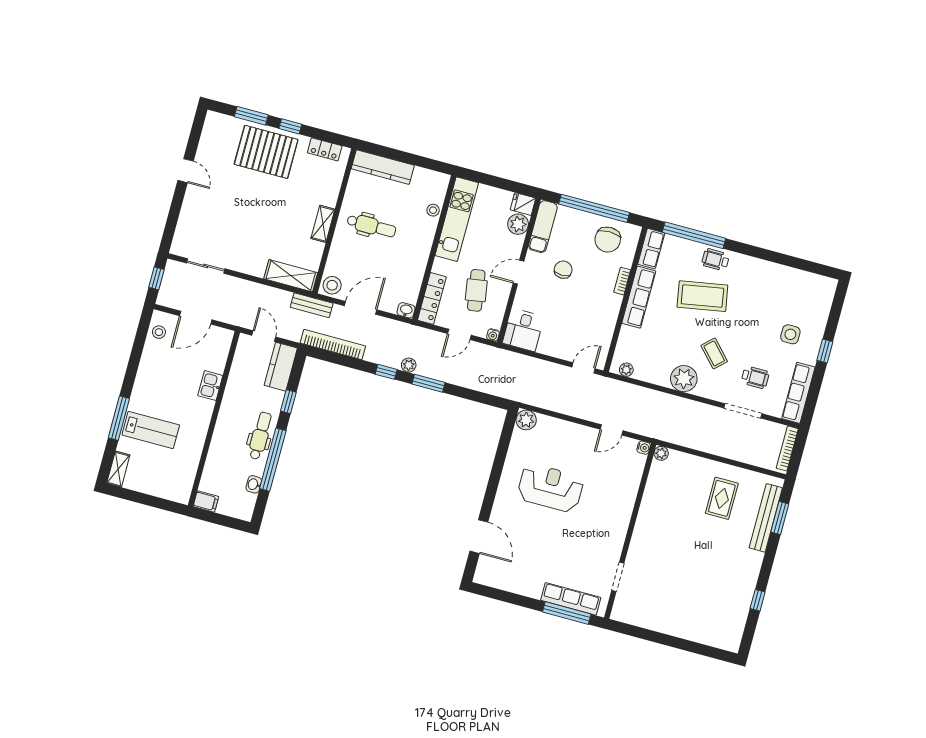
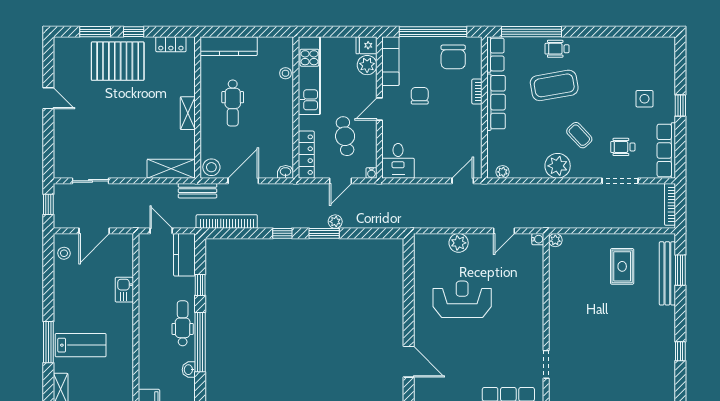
dental chair: (371, 226) -> (233, 103), turned 90
plant: (409, 365) -> (335, 222), moved
wheelchair: (755, 377) -> (623, 147), turned 180
plant: (526, 420) -> (459, 243), moved

